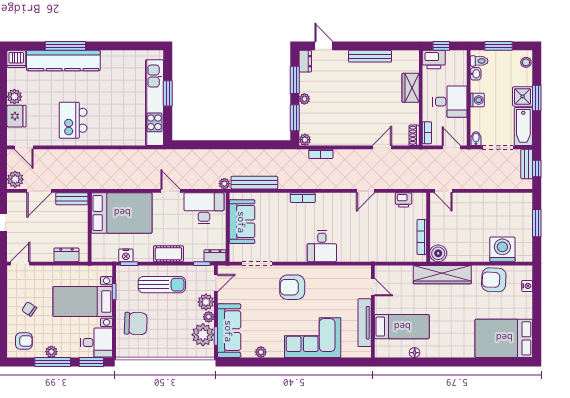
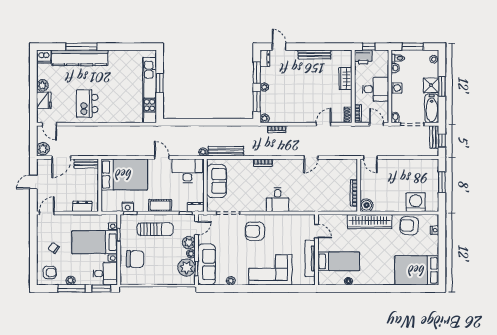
printer: (404, 200) -> (340, 164), removed

